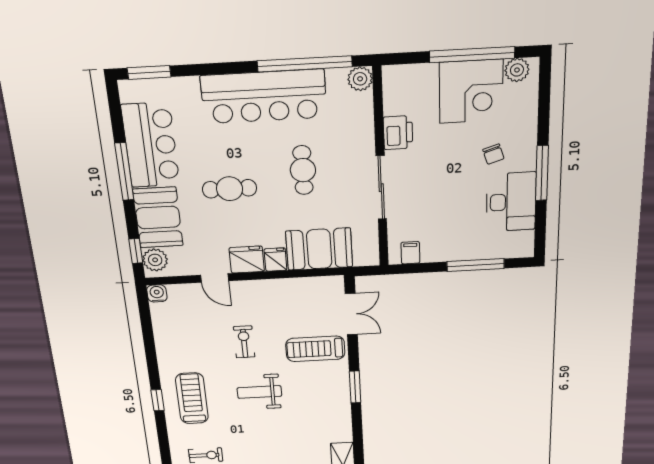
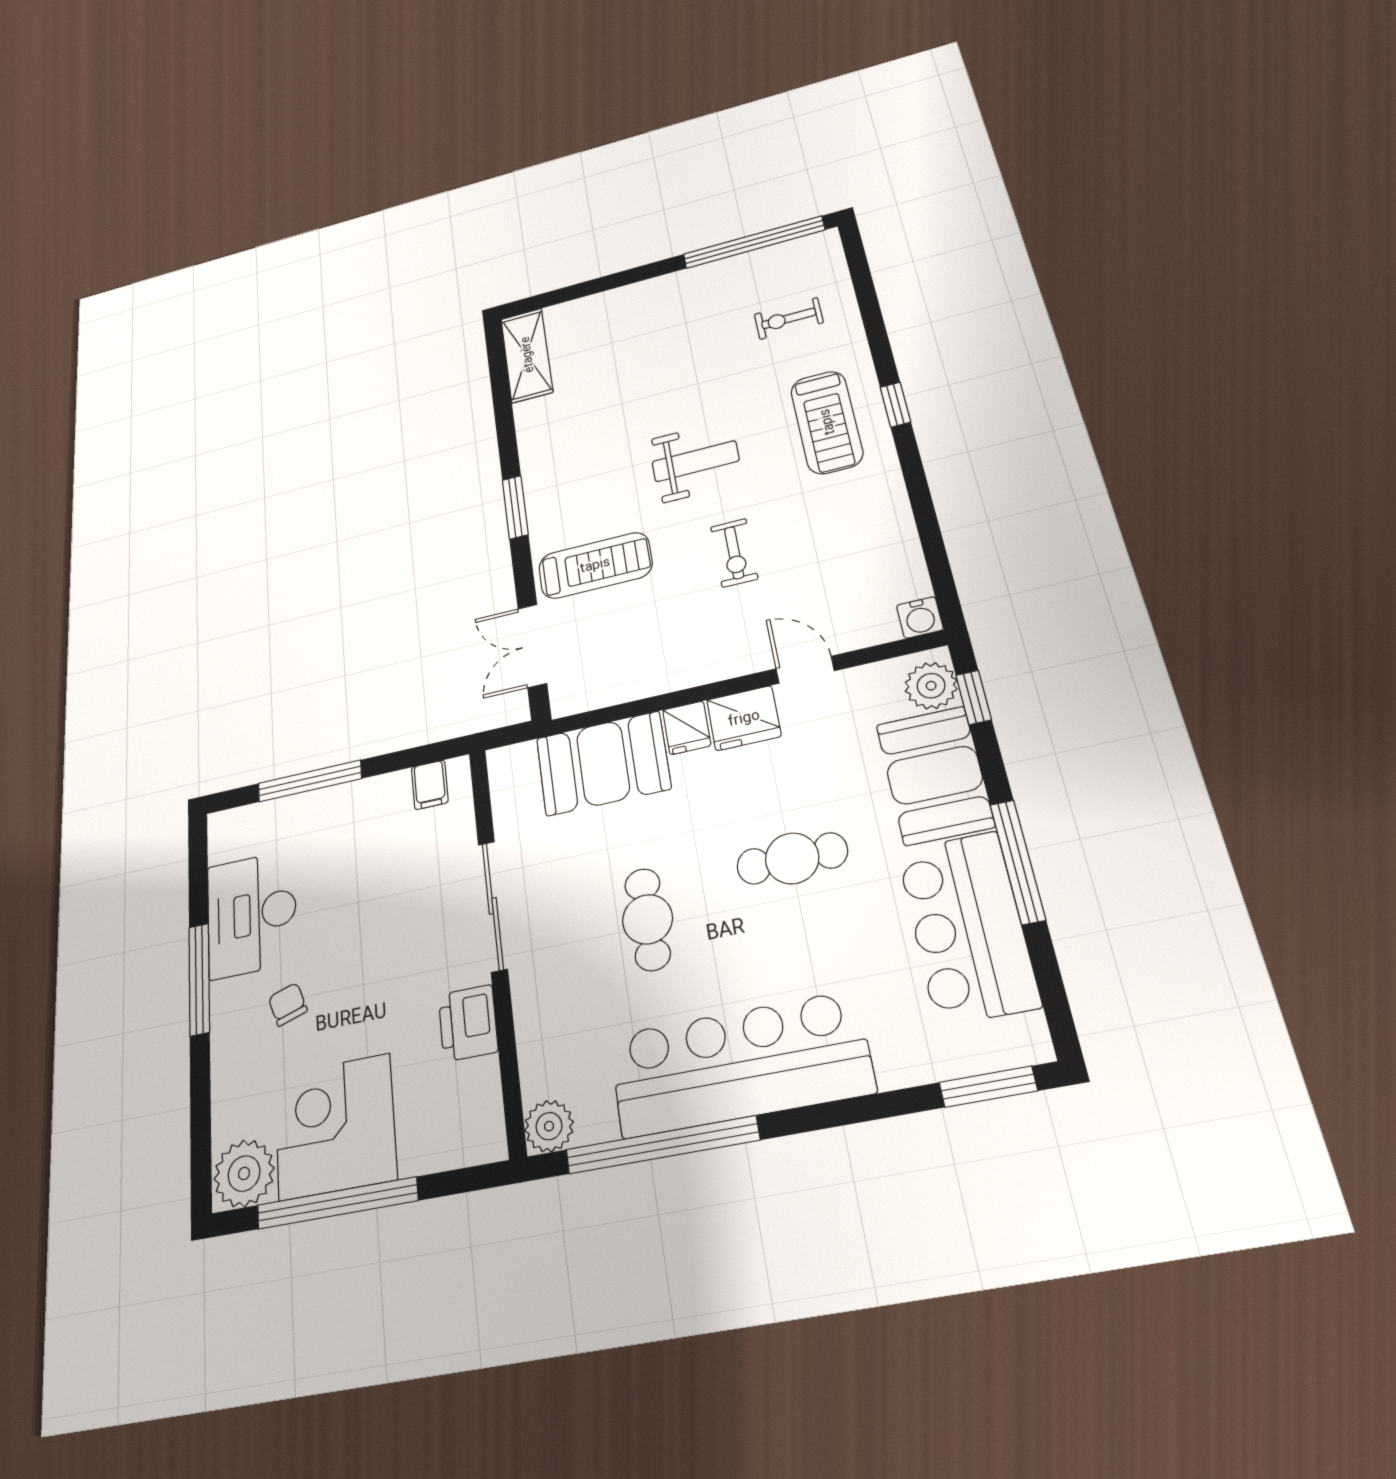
plant: (517, 70) -> (244, 1173), width x1.36, depth x1.36

